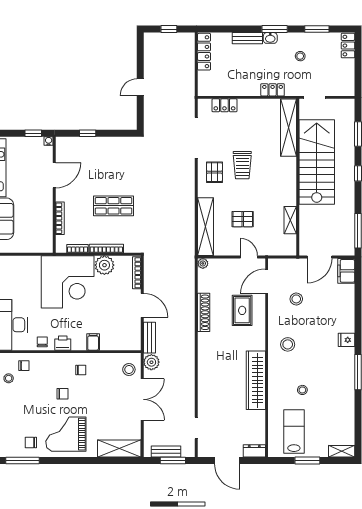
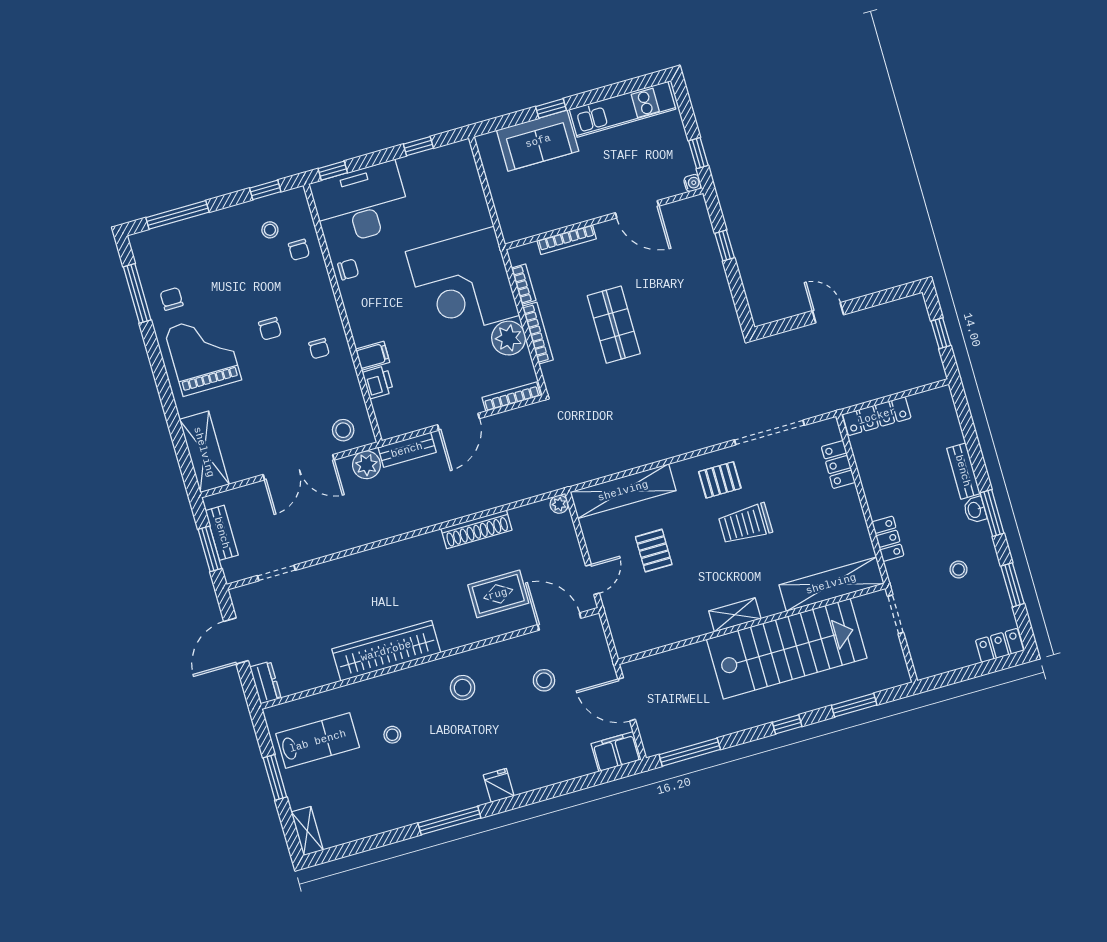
locker: (204, 52) -> (877, 416), moved
shelving: (290, 220) -> (735, 615), moved
printer: (63, 343) -> (378, 382), moved

